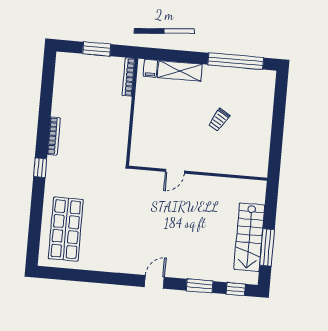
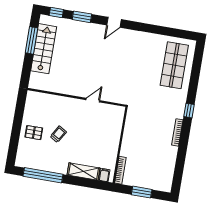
pallet: (253, 119) -> (34, 133), added

